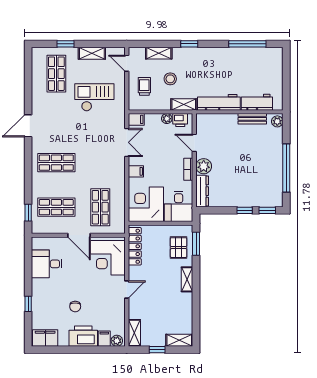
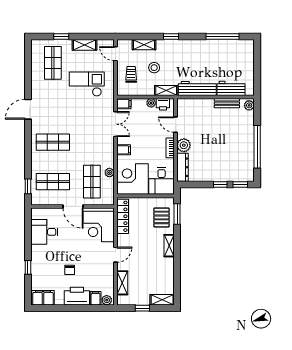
plant: (120, 197) -> (109, 173), added
shelving: (134, 333) -> (122, 283), moved

